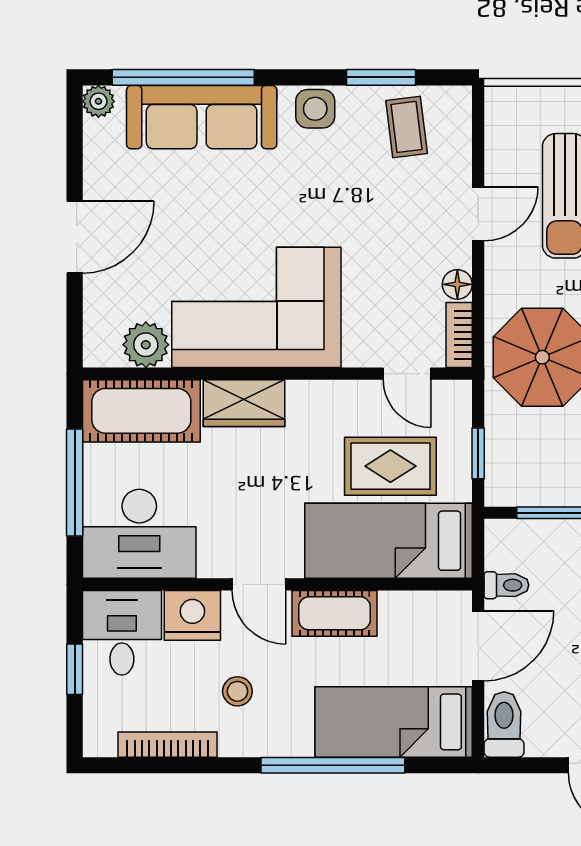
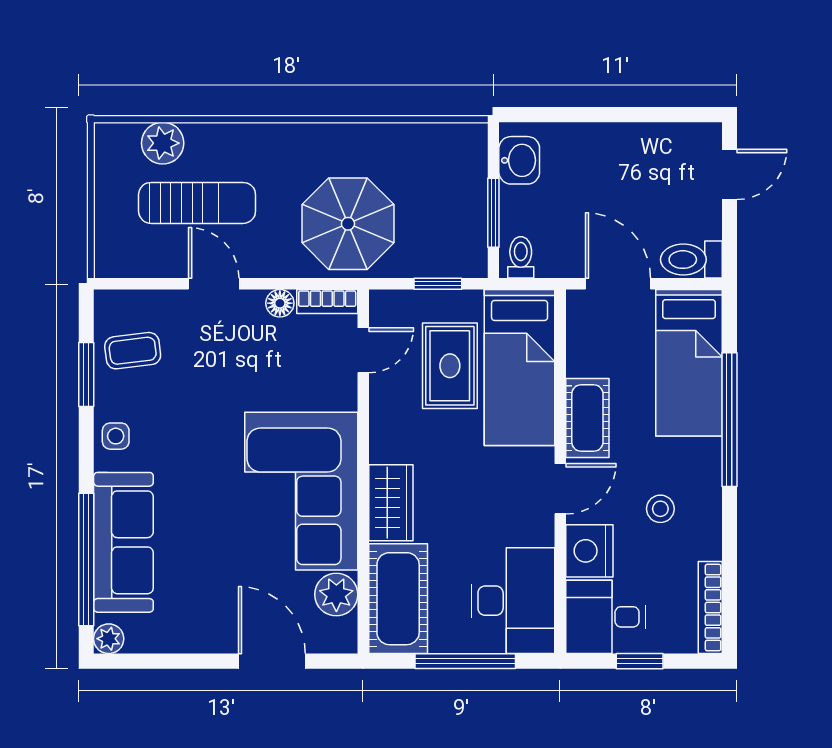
side table: (315, 109) -> (116, 436), width x0.73, depth x0.73
door: (75, 237) -> (272, 661), moved
toilet: (506, 585) -> (521, 257), moved
bookcase: (167, 745) -> (710, 608), moved

